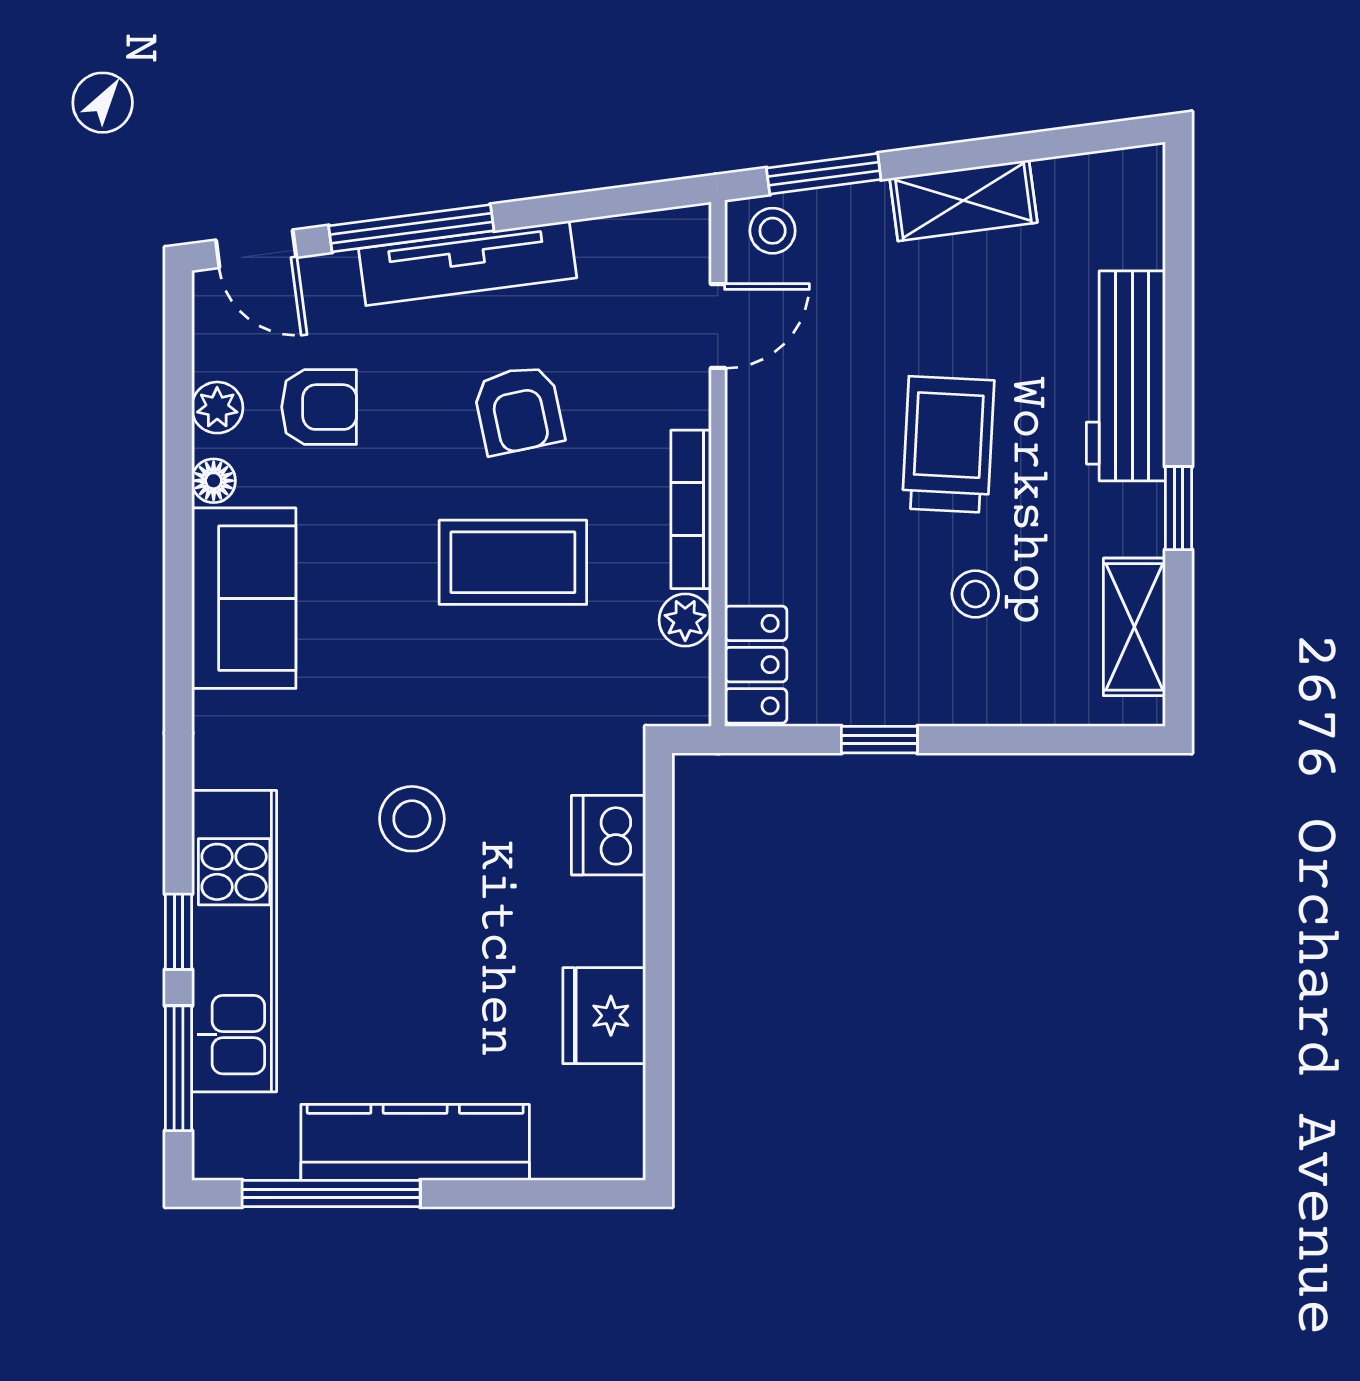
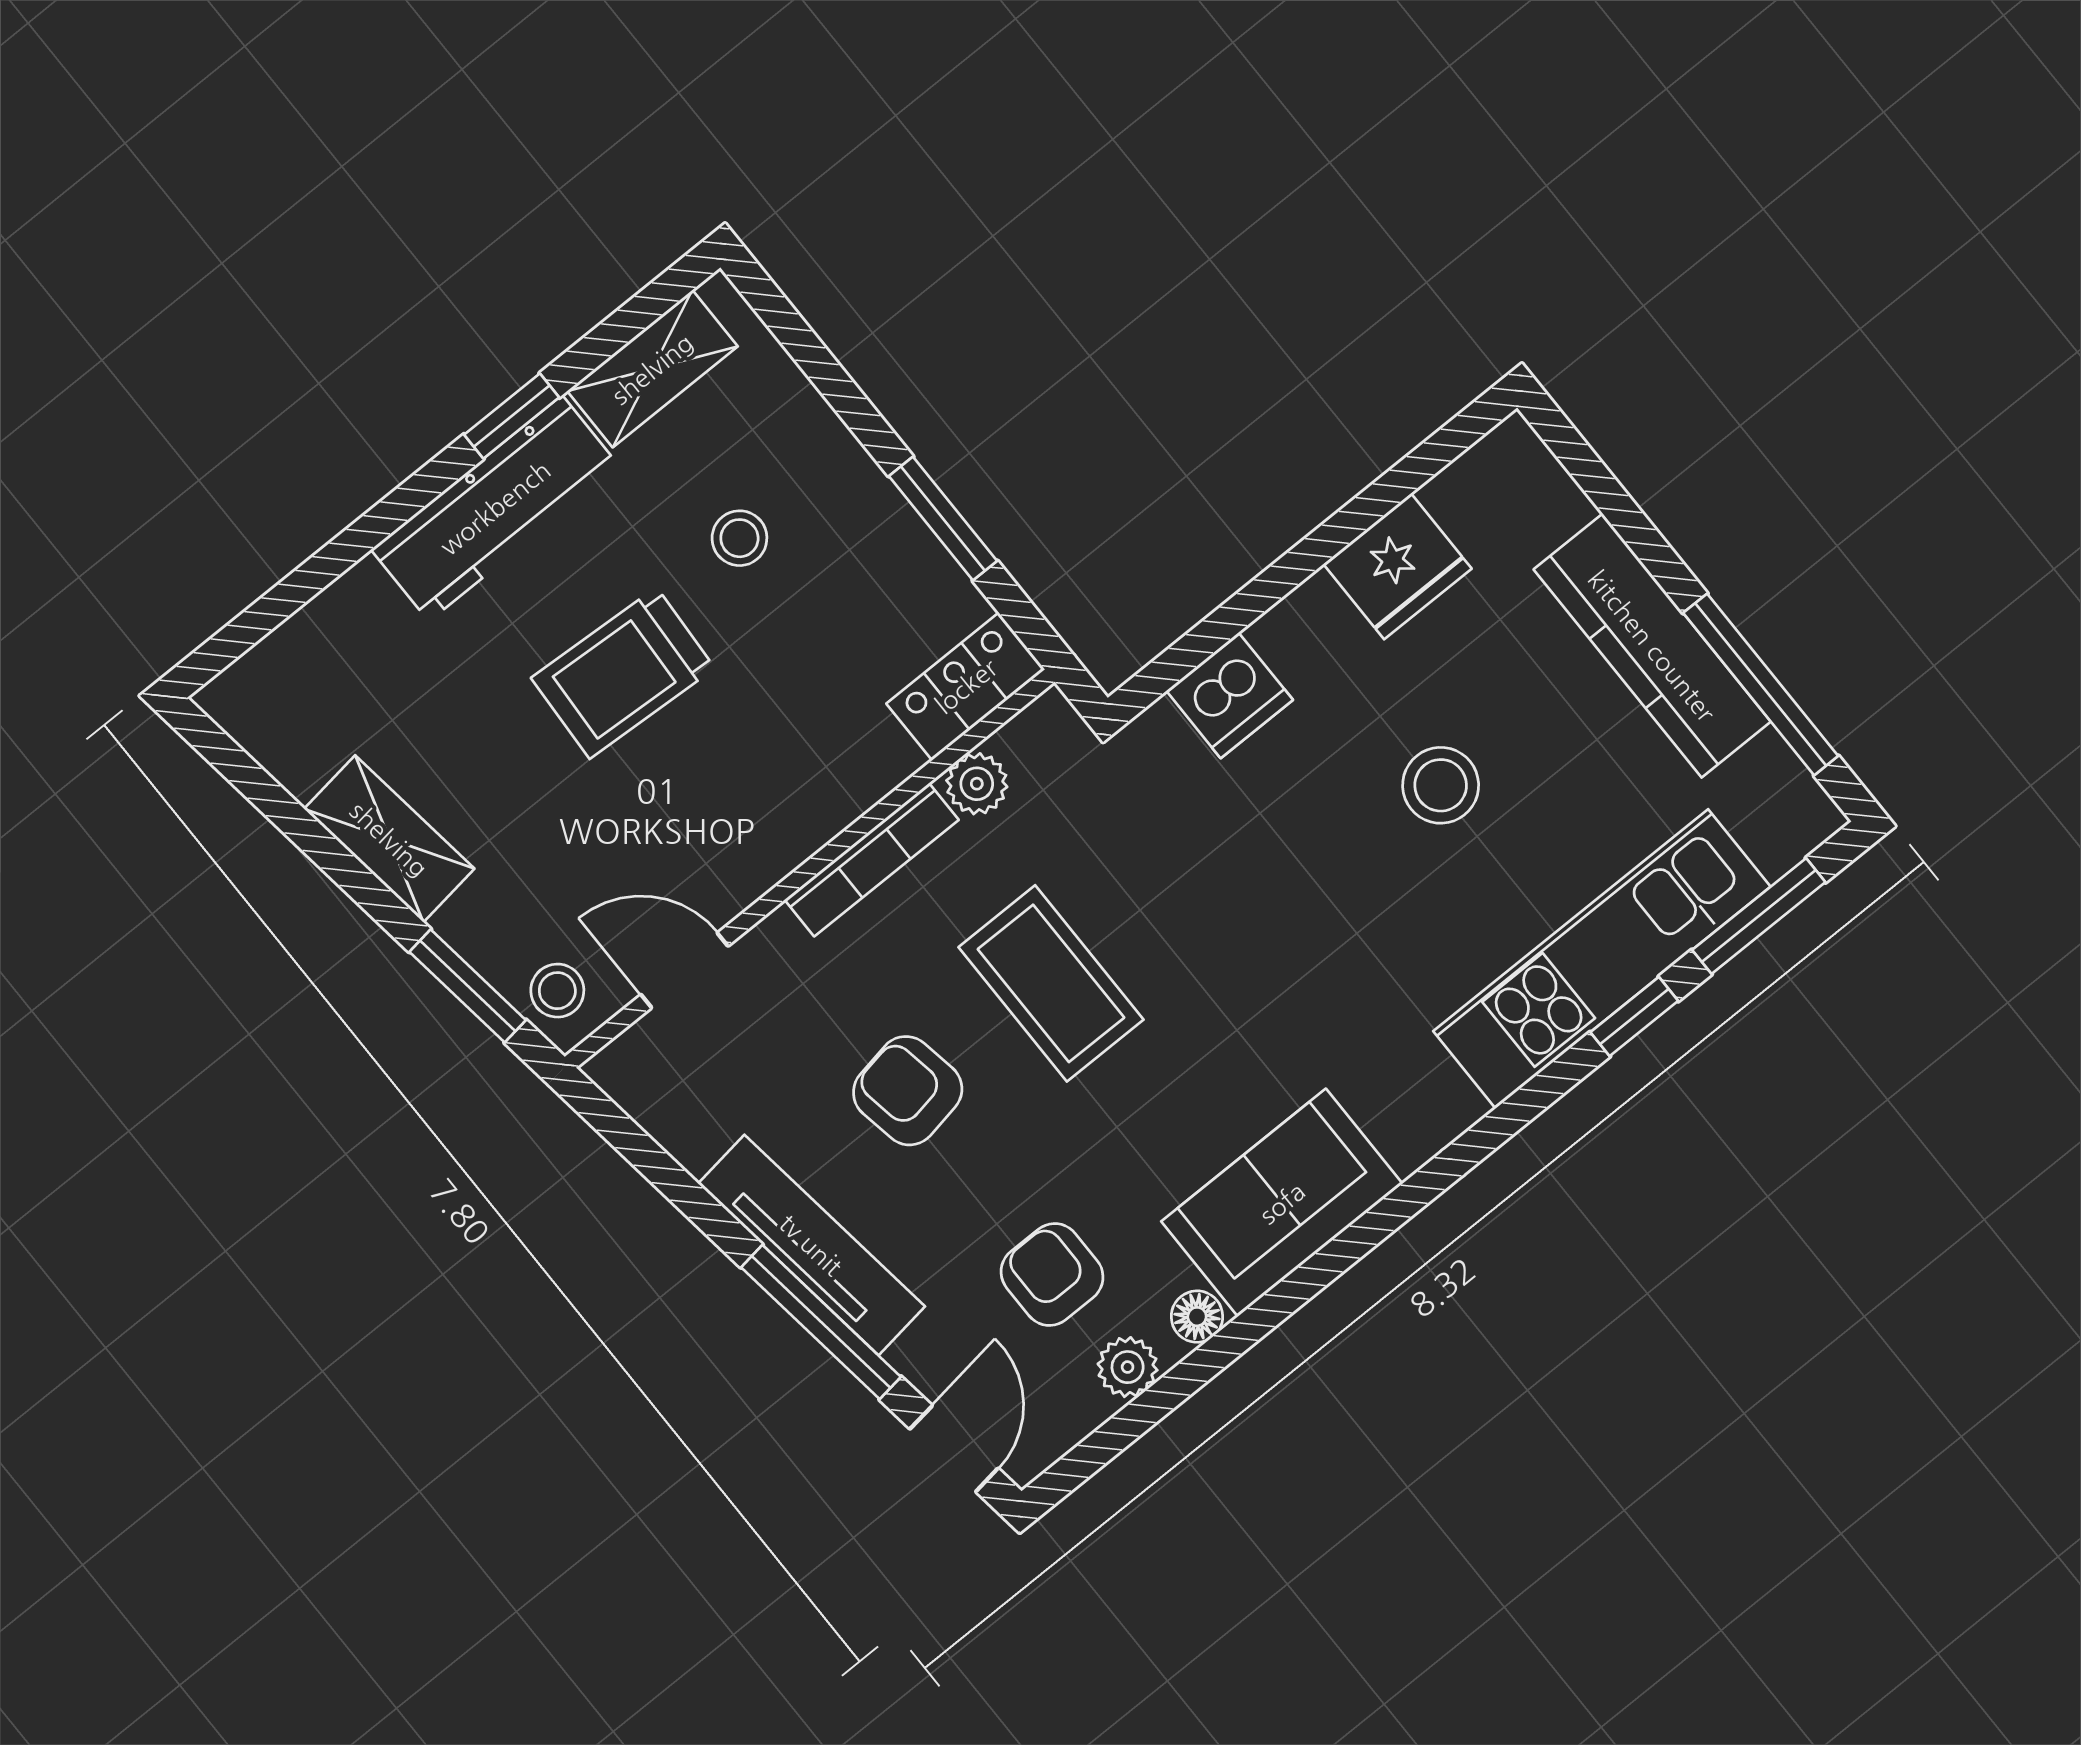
workbench: (1126, 376) -> (495, 508), moved
armchair: (518, 410) -> (908, 1091), turned -88
window: (879, 740) -> (943, 518), width x1.50
stool: (412, 819) -> (1441, 785), moved

